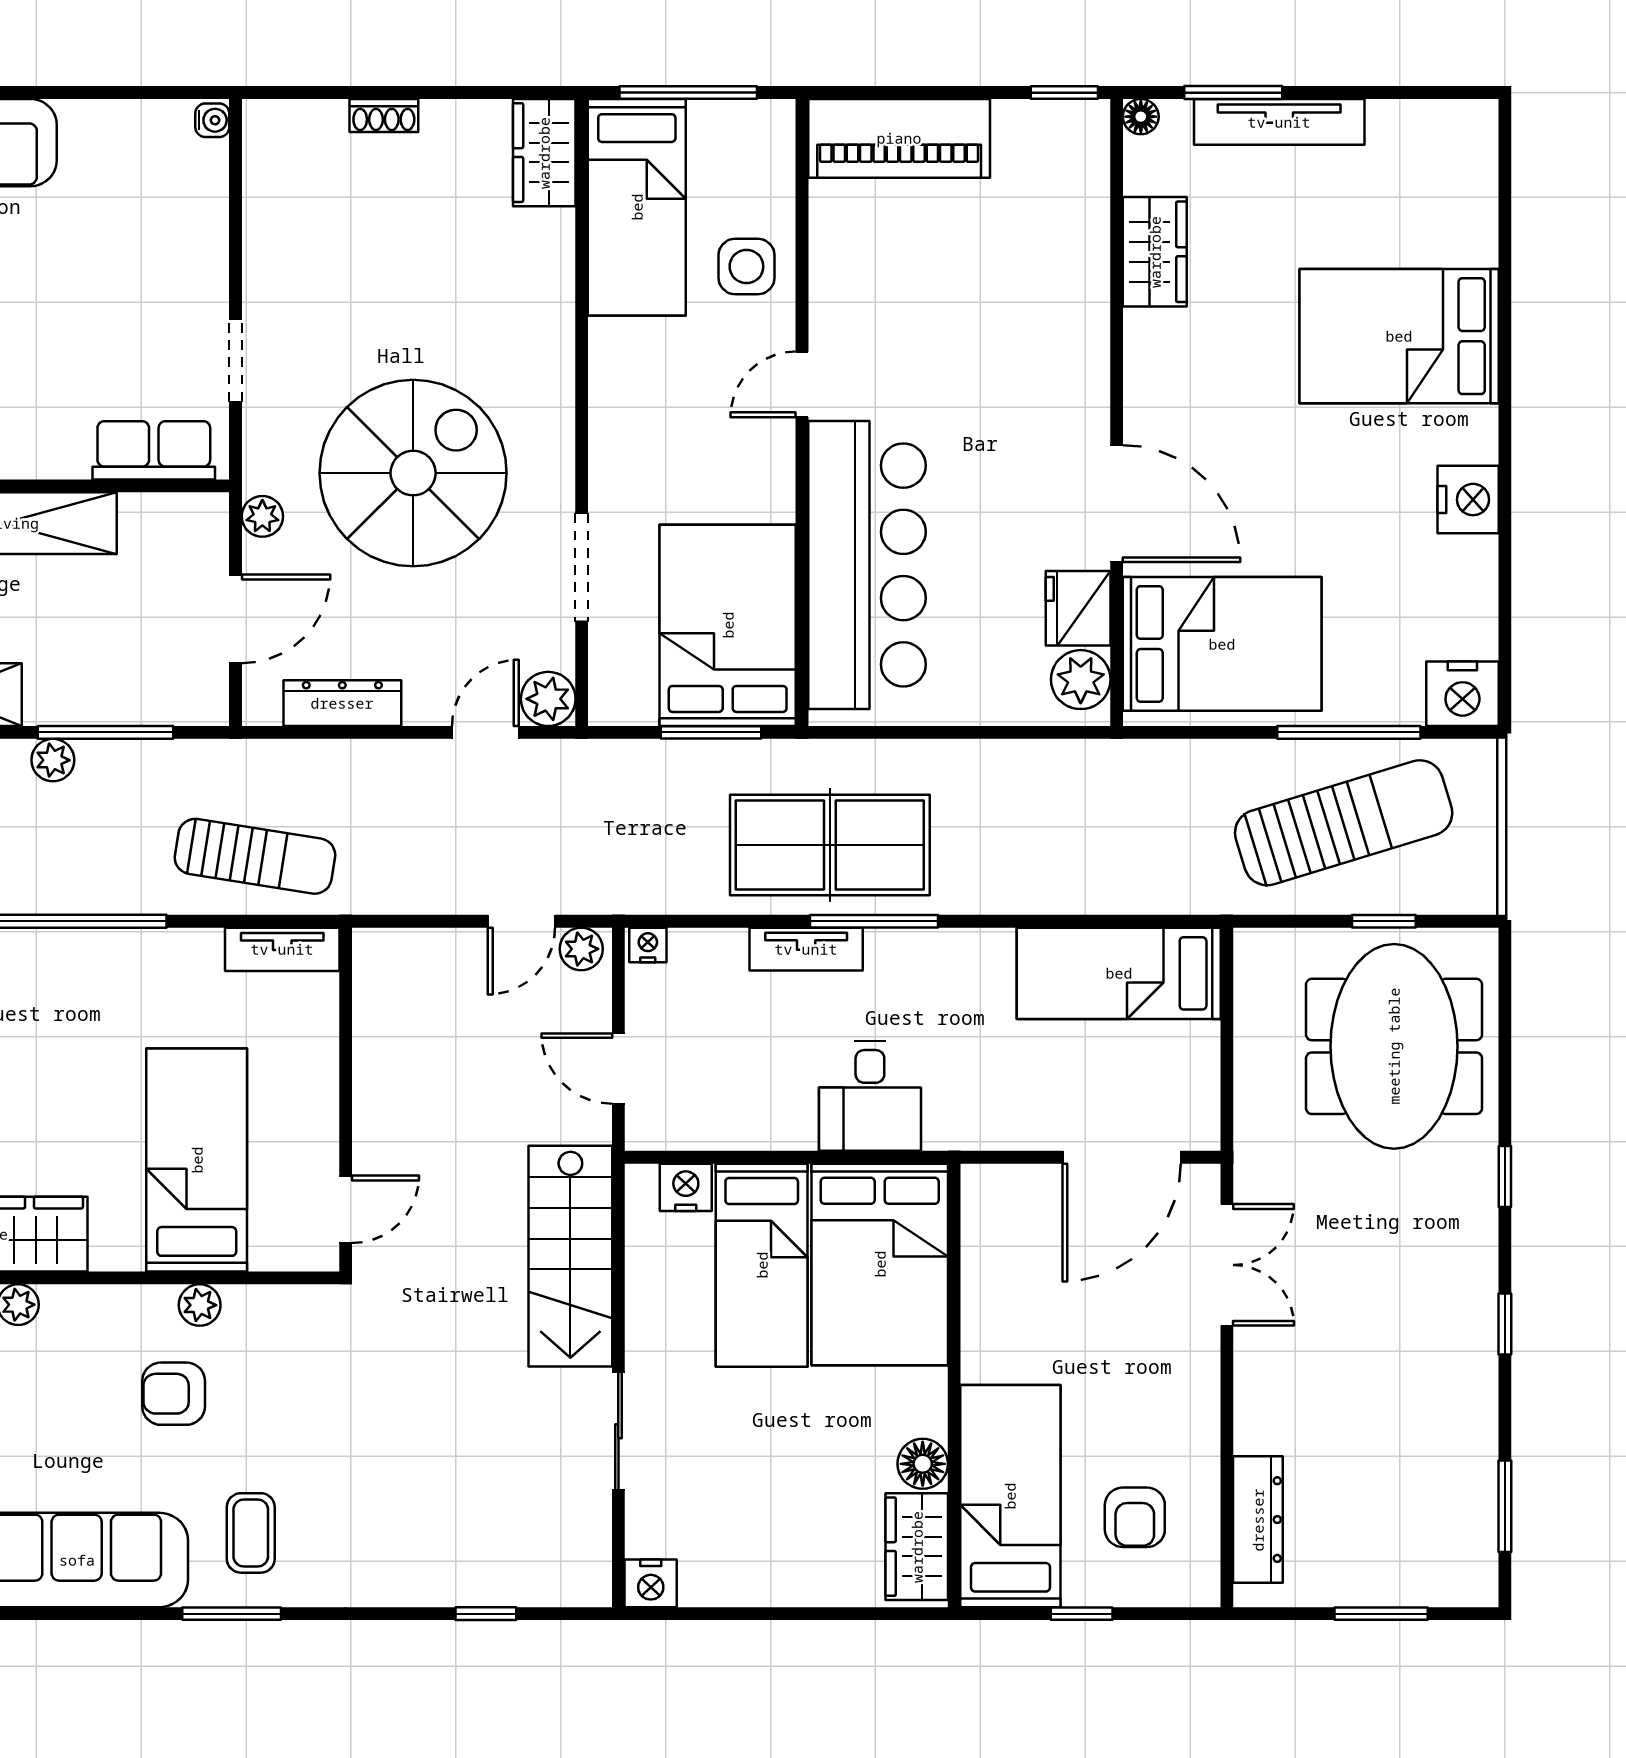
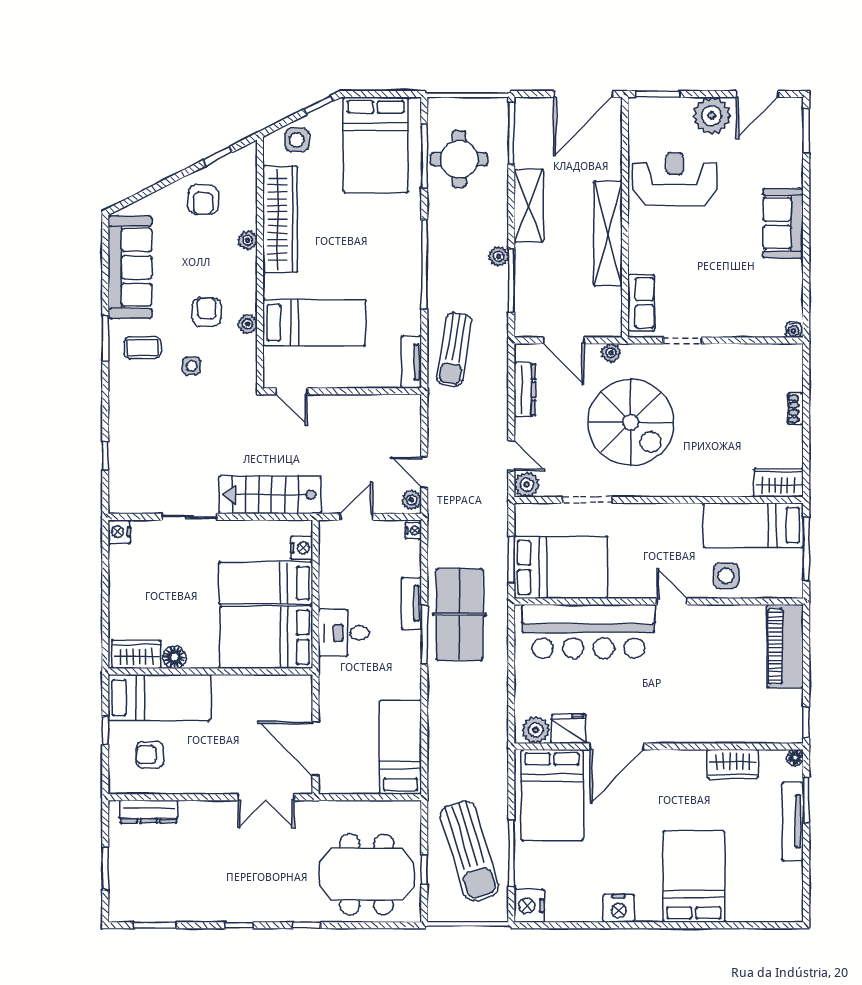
side table: (291, 1426) -> (192, 366), added

